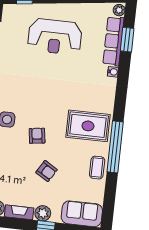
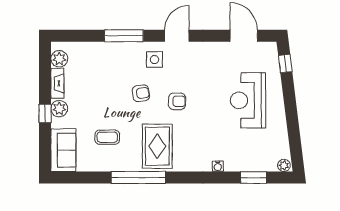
row of seats: (113, 41) -> (250, 163), removed
coffee table: (97, 168) -> (107, 137), moved
armchair: (47, 171) -> (177, 101), moved, turned -121

